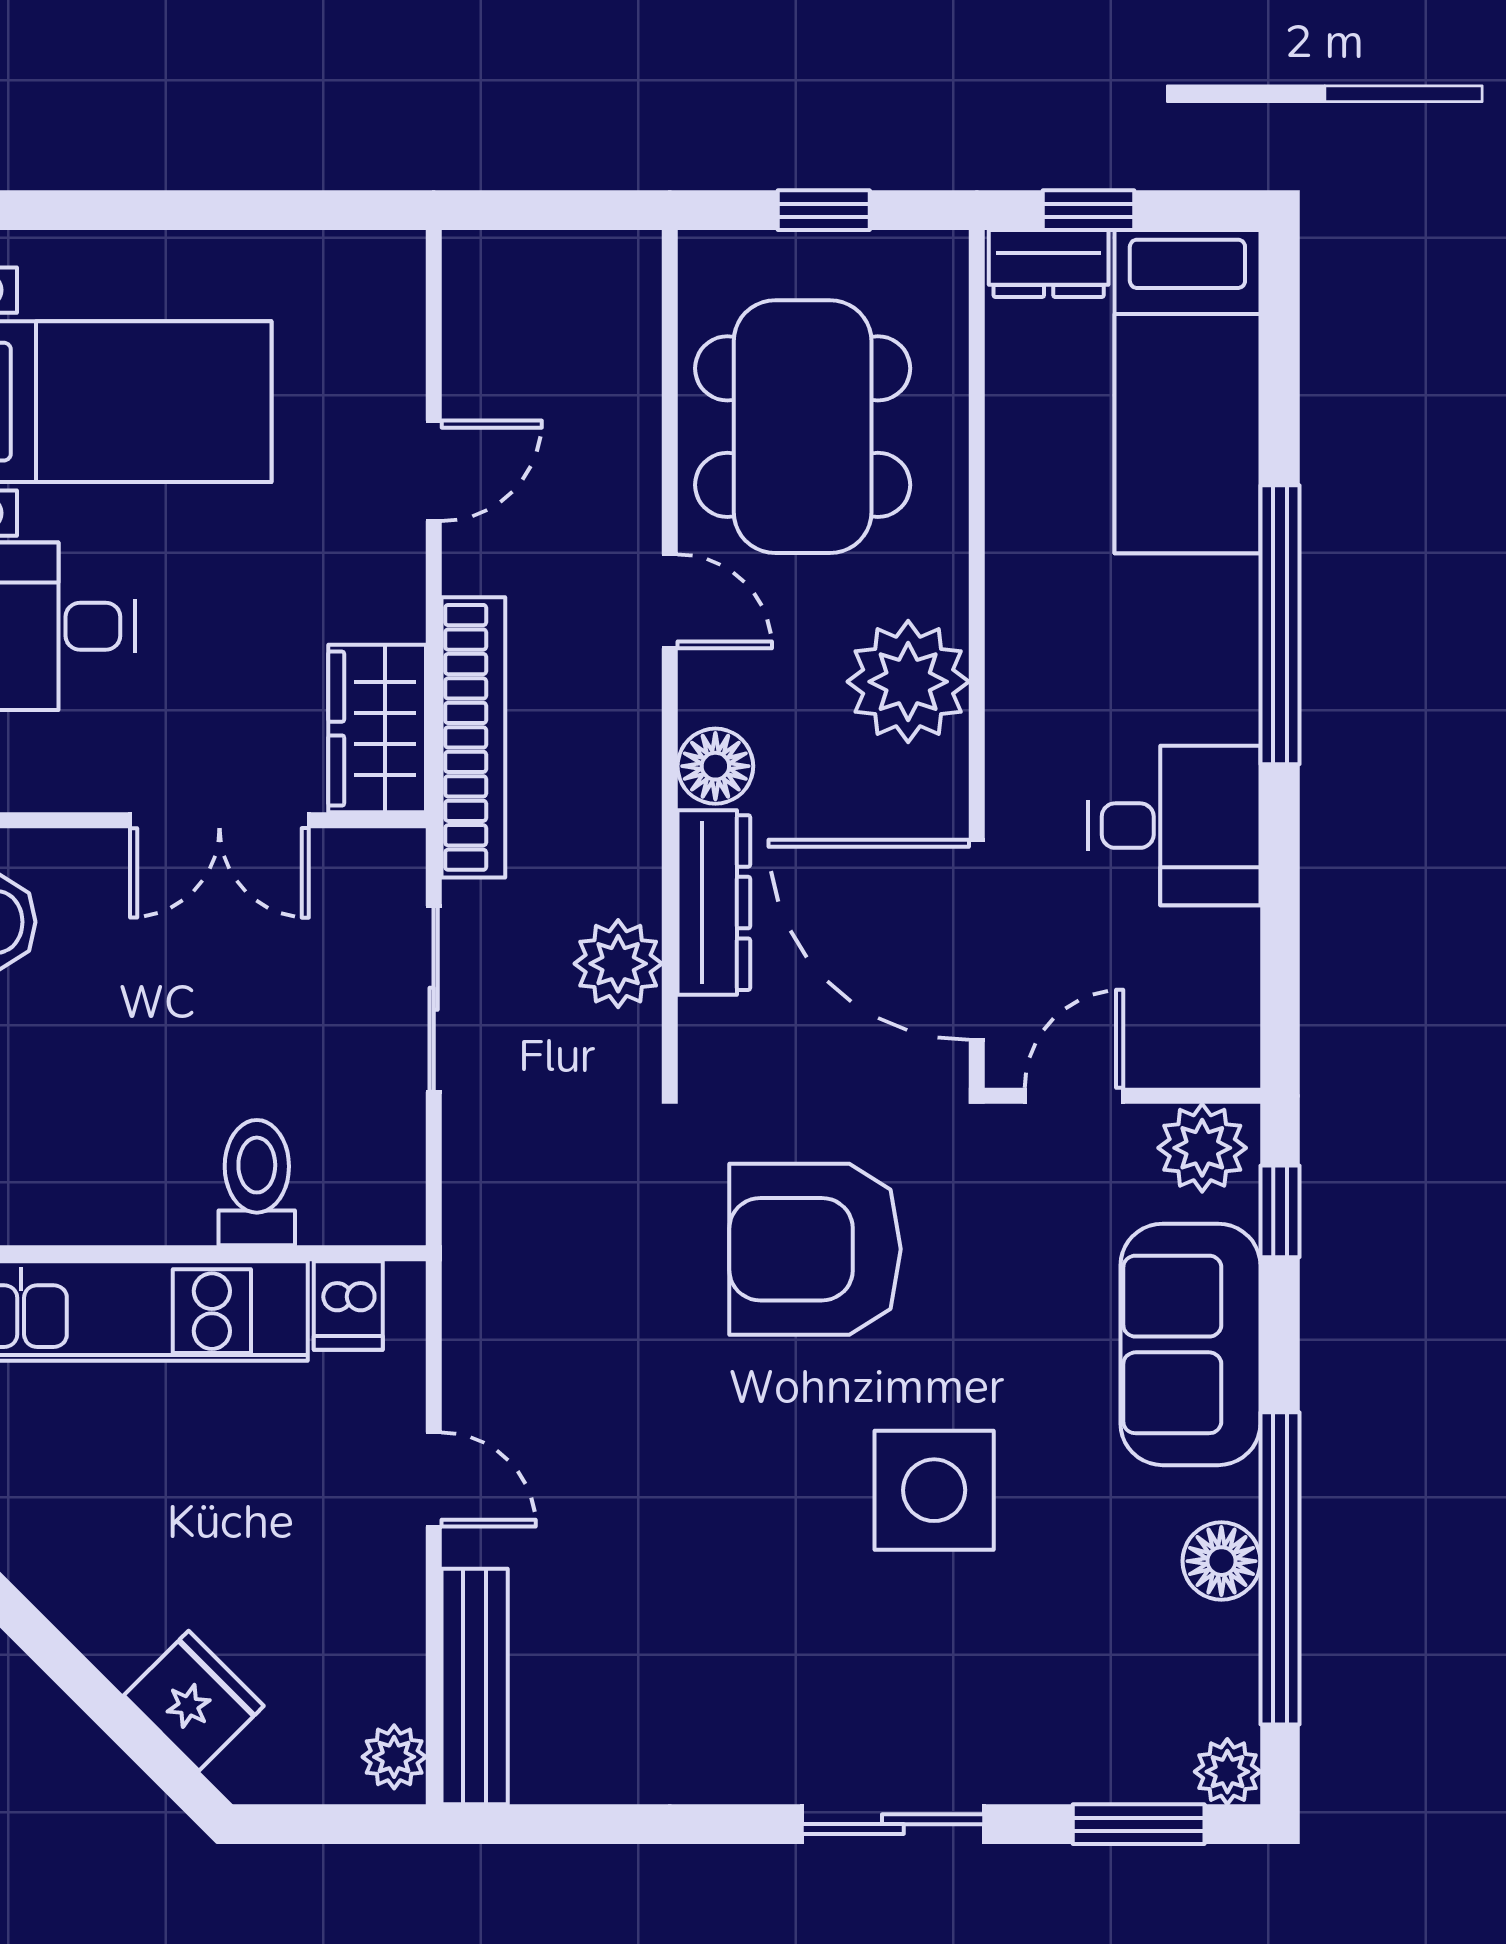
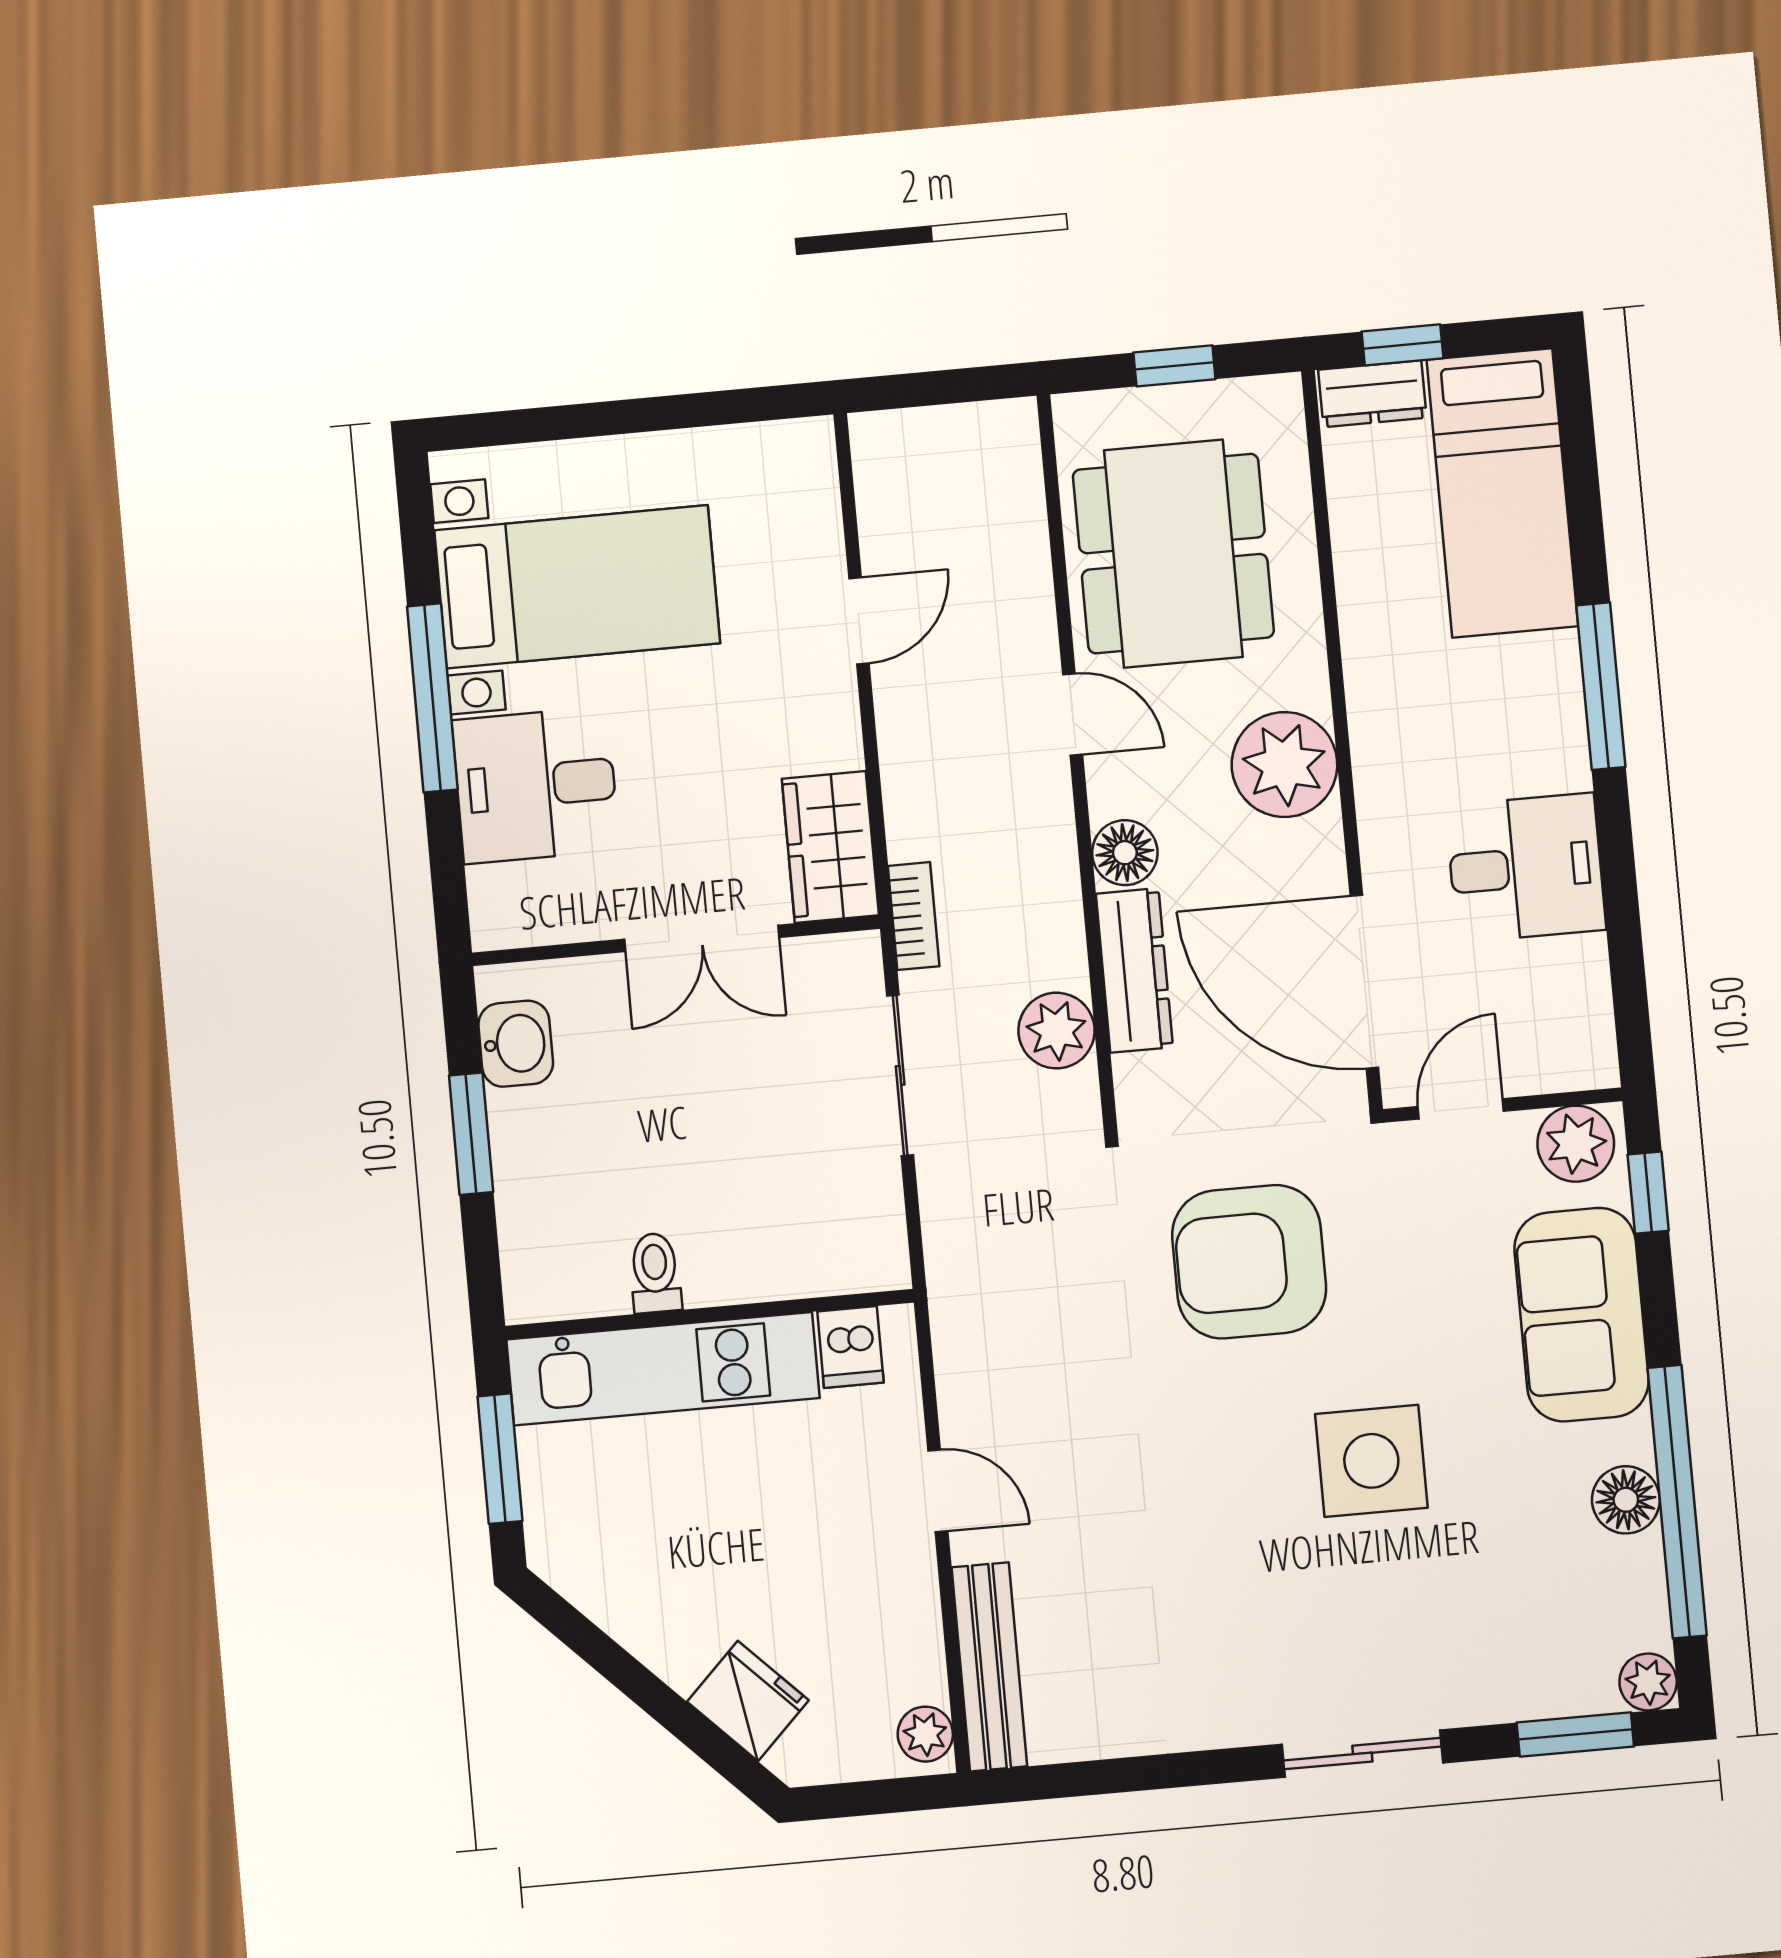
window: (1280, 625) -> (1601, 686), width x0.68
bookcase: (473, 737) -> (914, 916), width x0.43, depth x0.76
toilet: (257, 1183) -> (655, 1273), moved, width x0.73, depth x0.72

